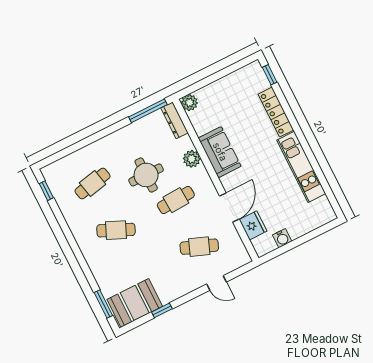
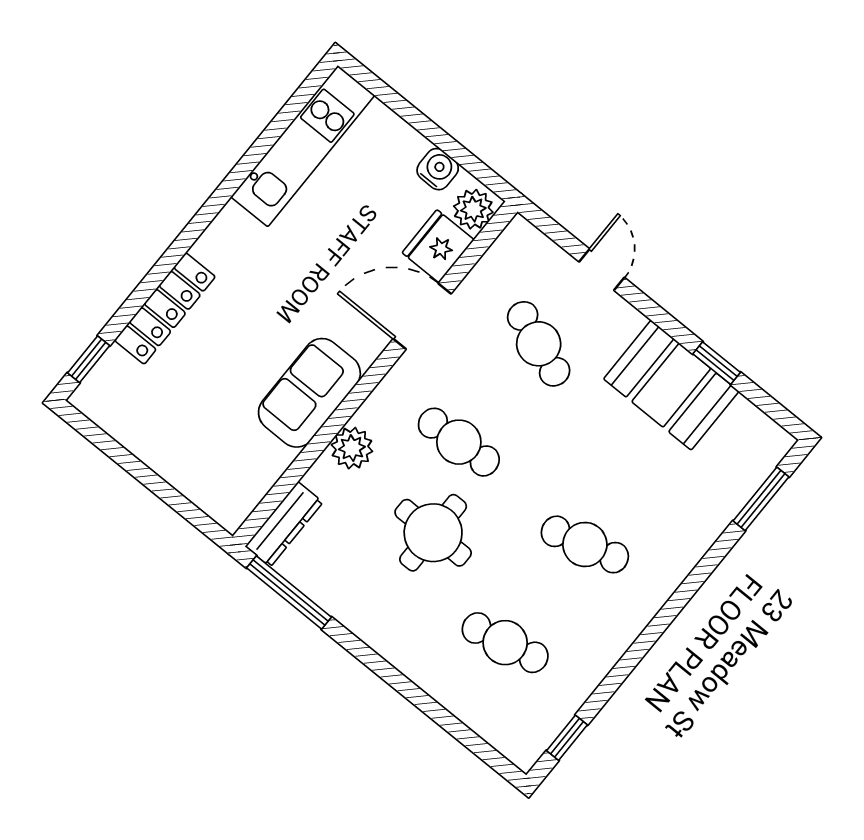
plant: (189, 103) -> (473, 209), moved
kitchen unit: (301, 167) -> (303, 146), moved
cafe table: (116, 230) -> (585, 544), turned -39
booth: (135, 303) -> (671, 385), moved

